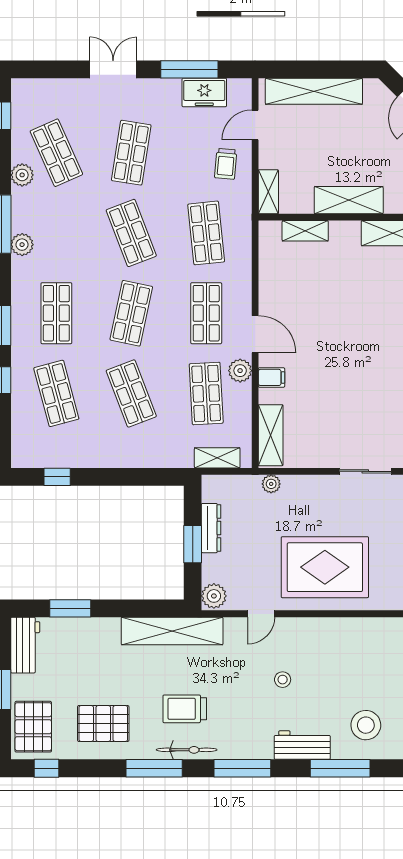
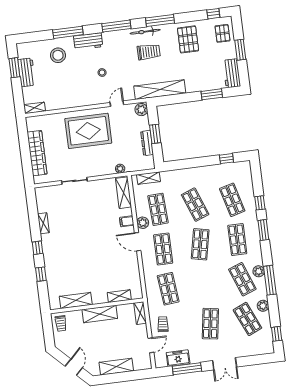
shelving: (314, 91) -> (116, 367), width x0.68
shop shelf: (131, 233) -> (242, 279), moved
pallet: (103, 723) -> (188, 39), turned 90
pallet: (33, 727) -> (222, 33), width x0.67, depth x0.71

